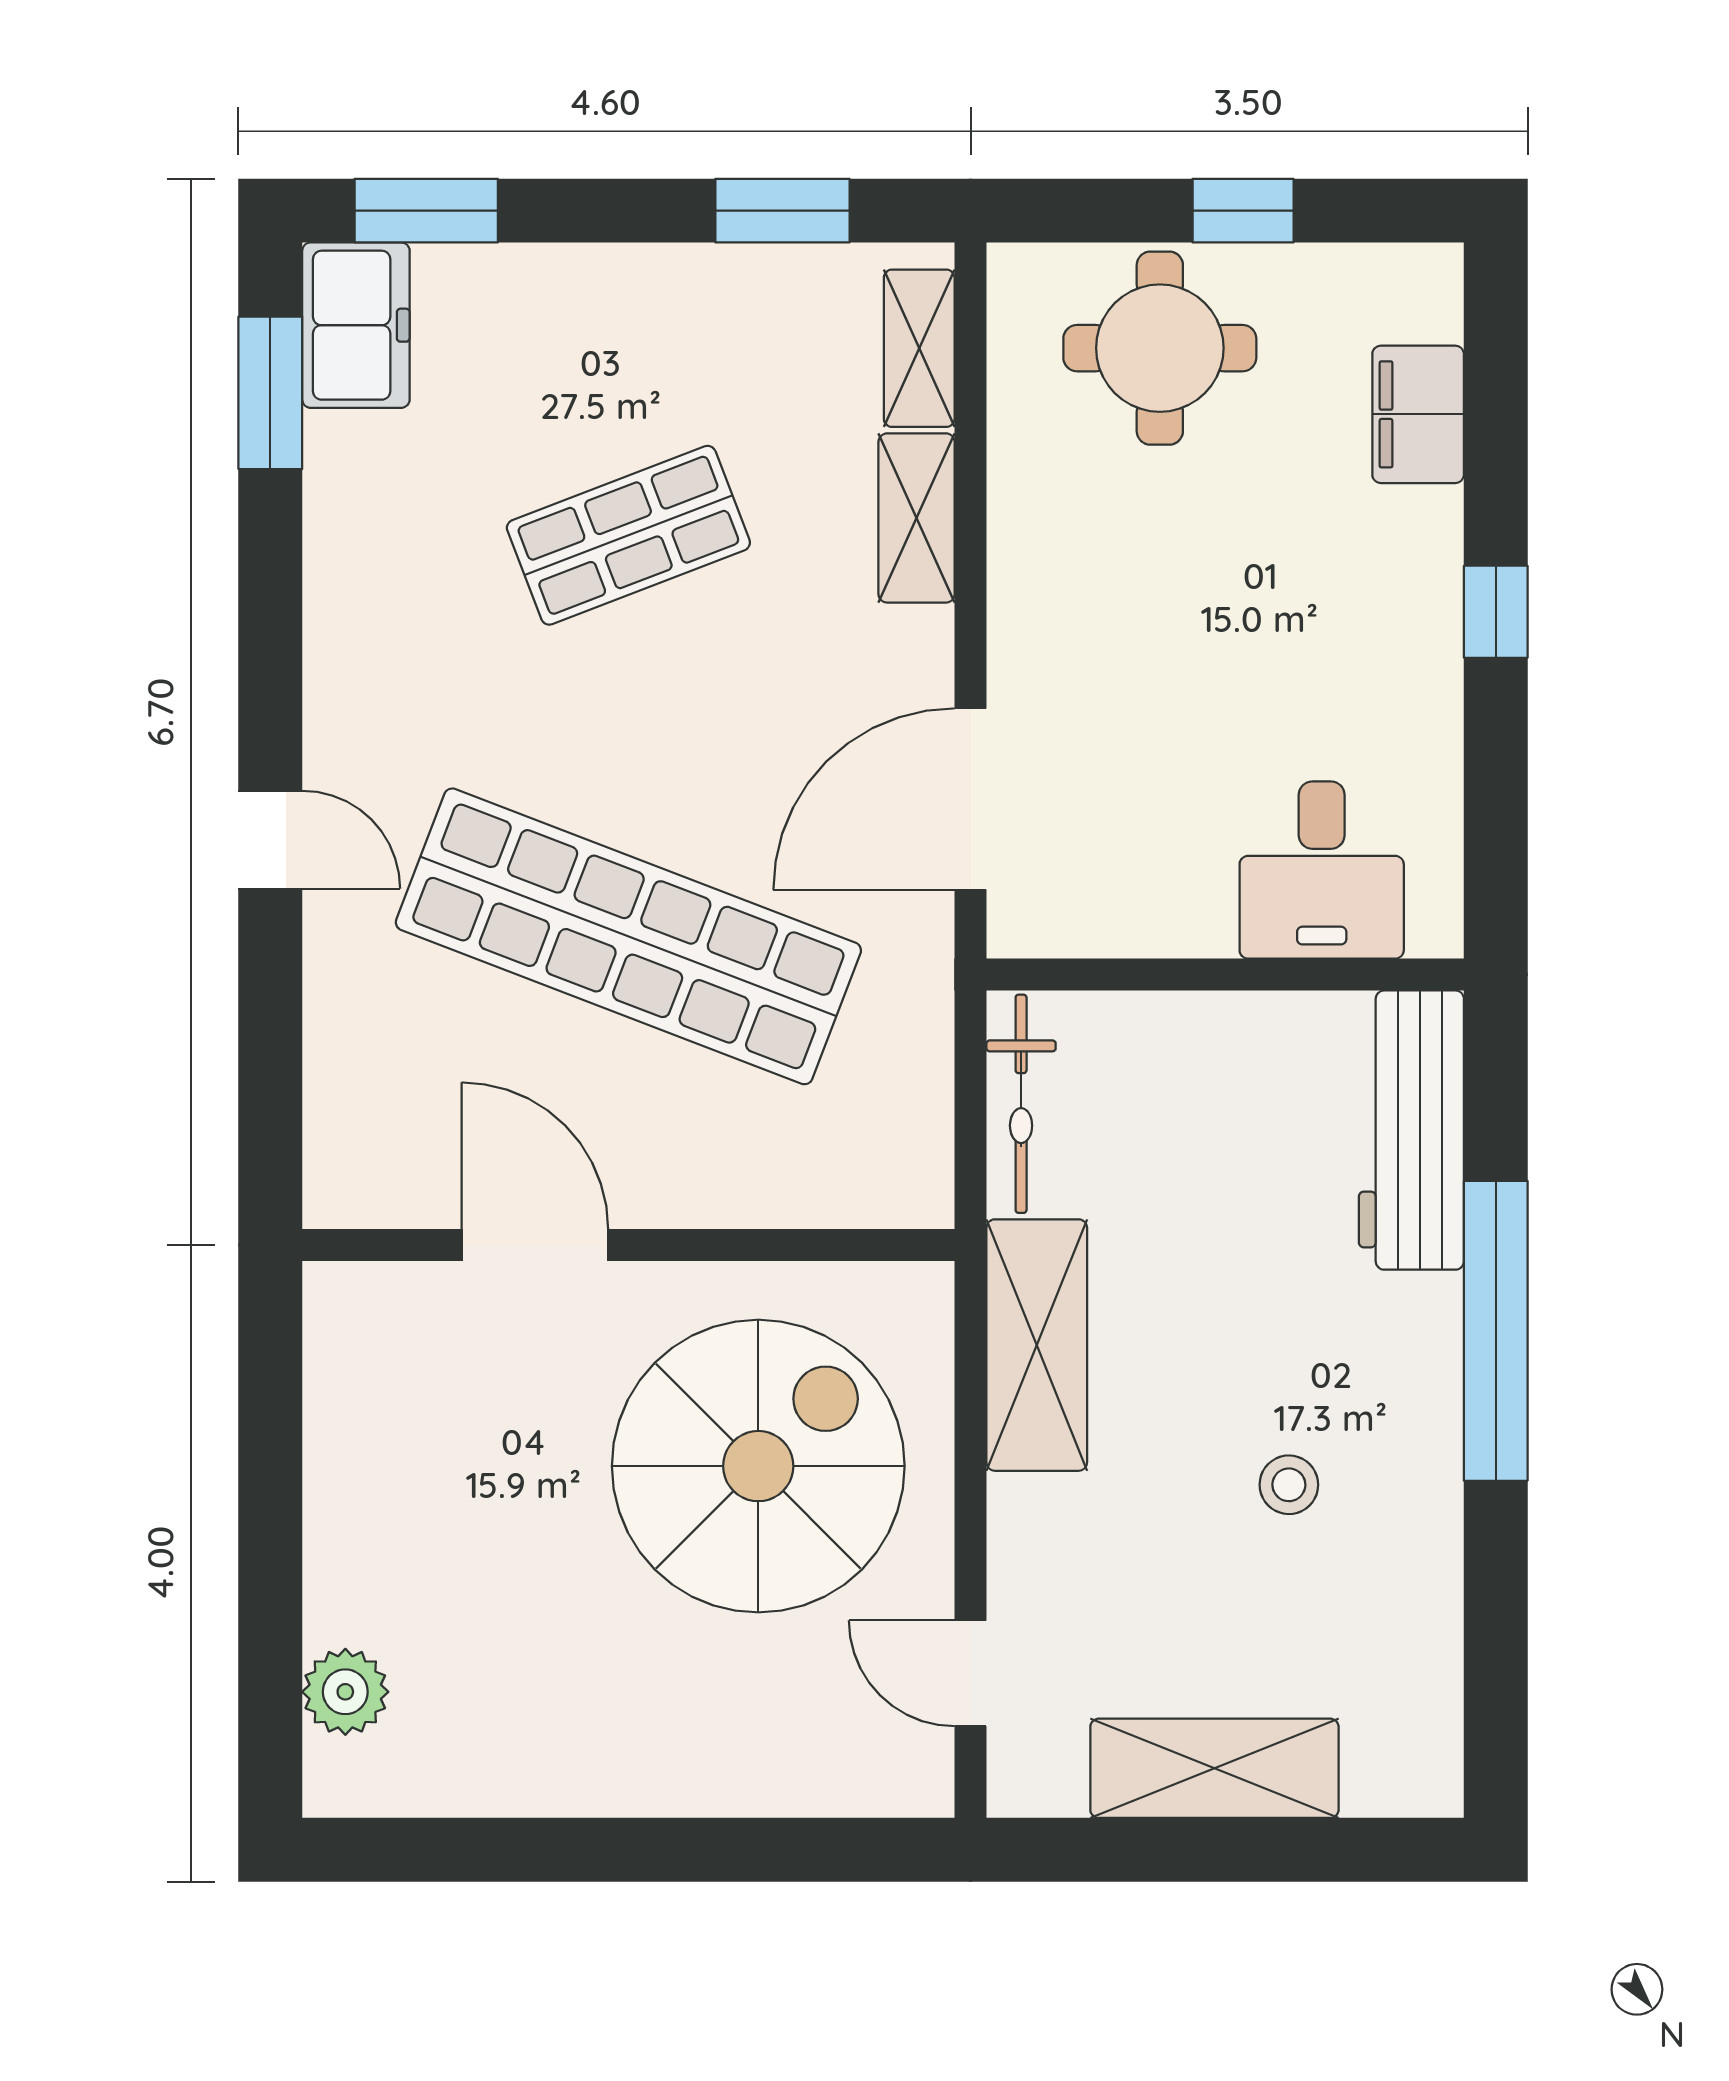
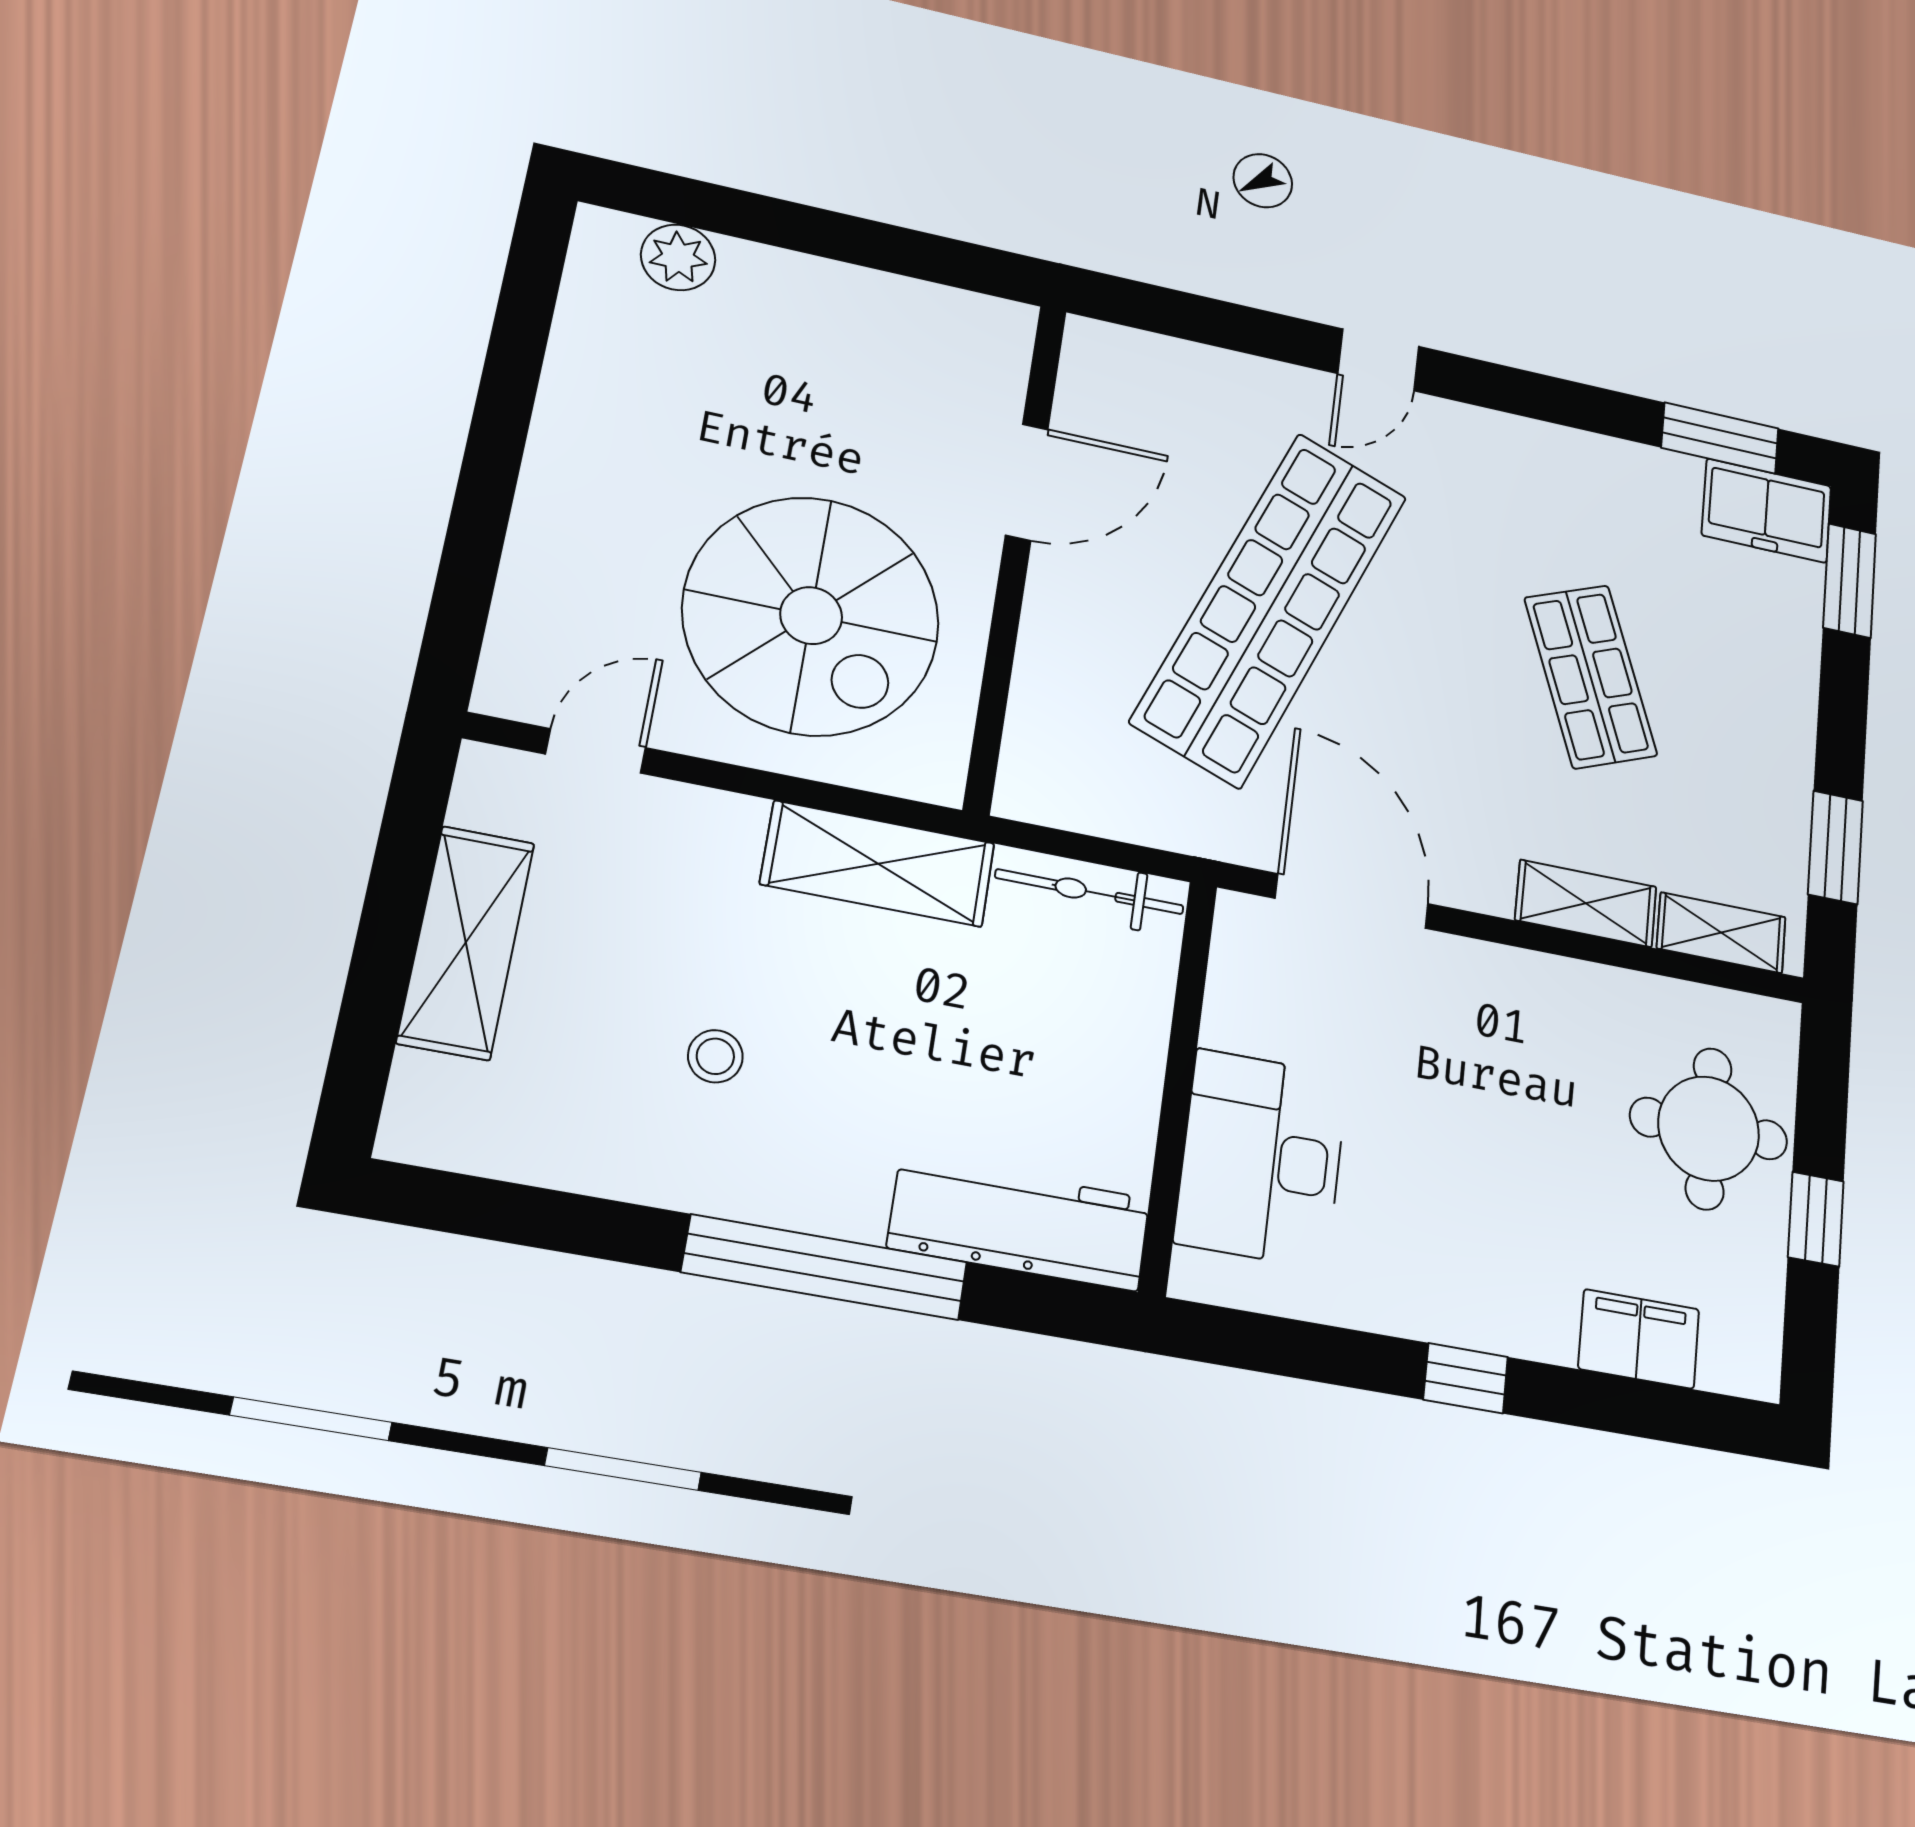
desk: (1322, 870) -> (1262, 1158), width x1.37

